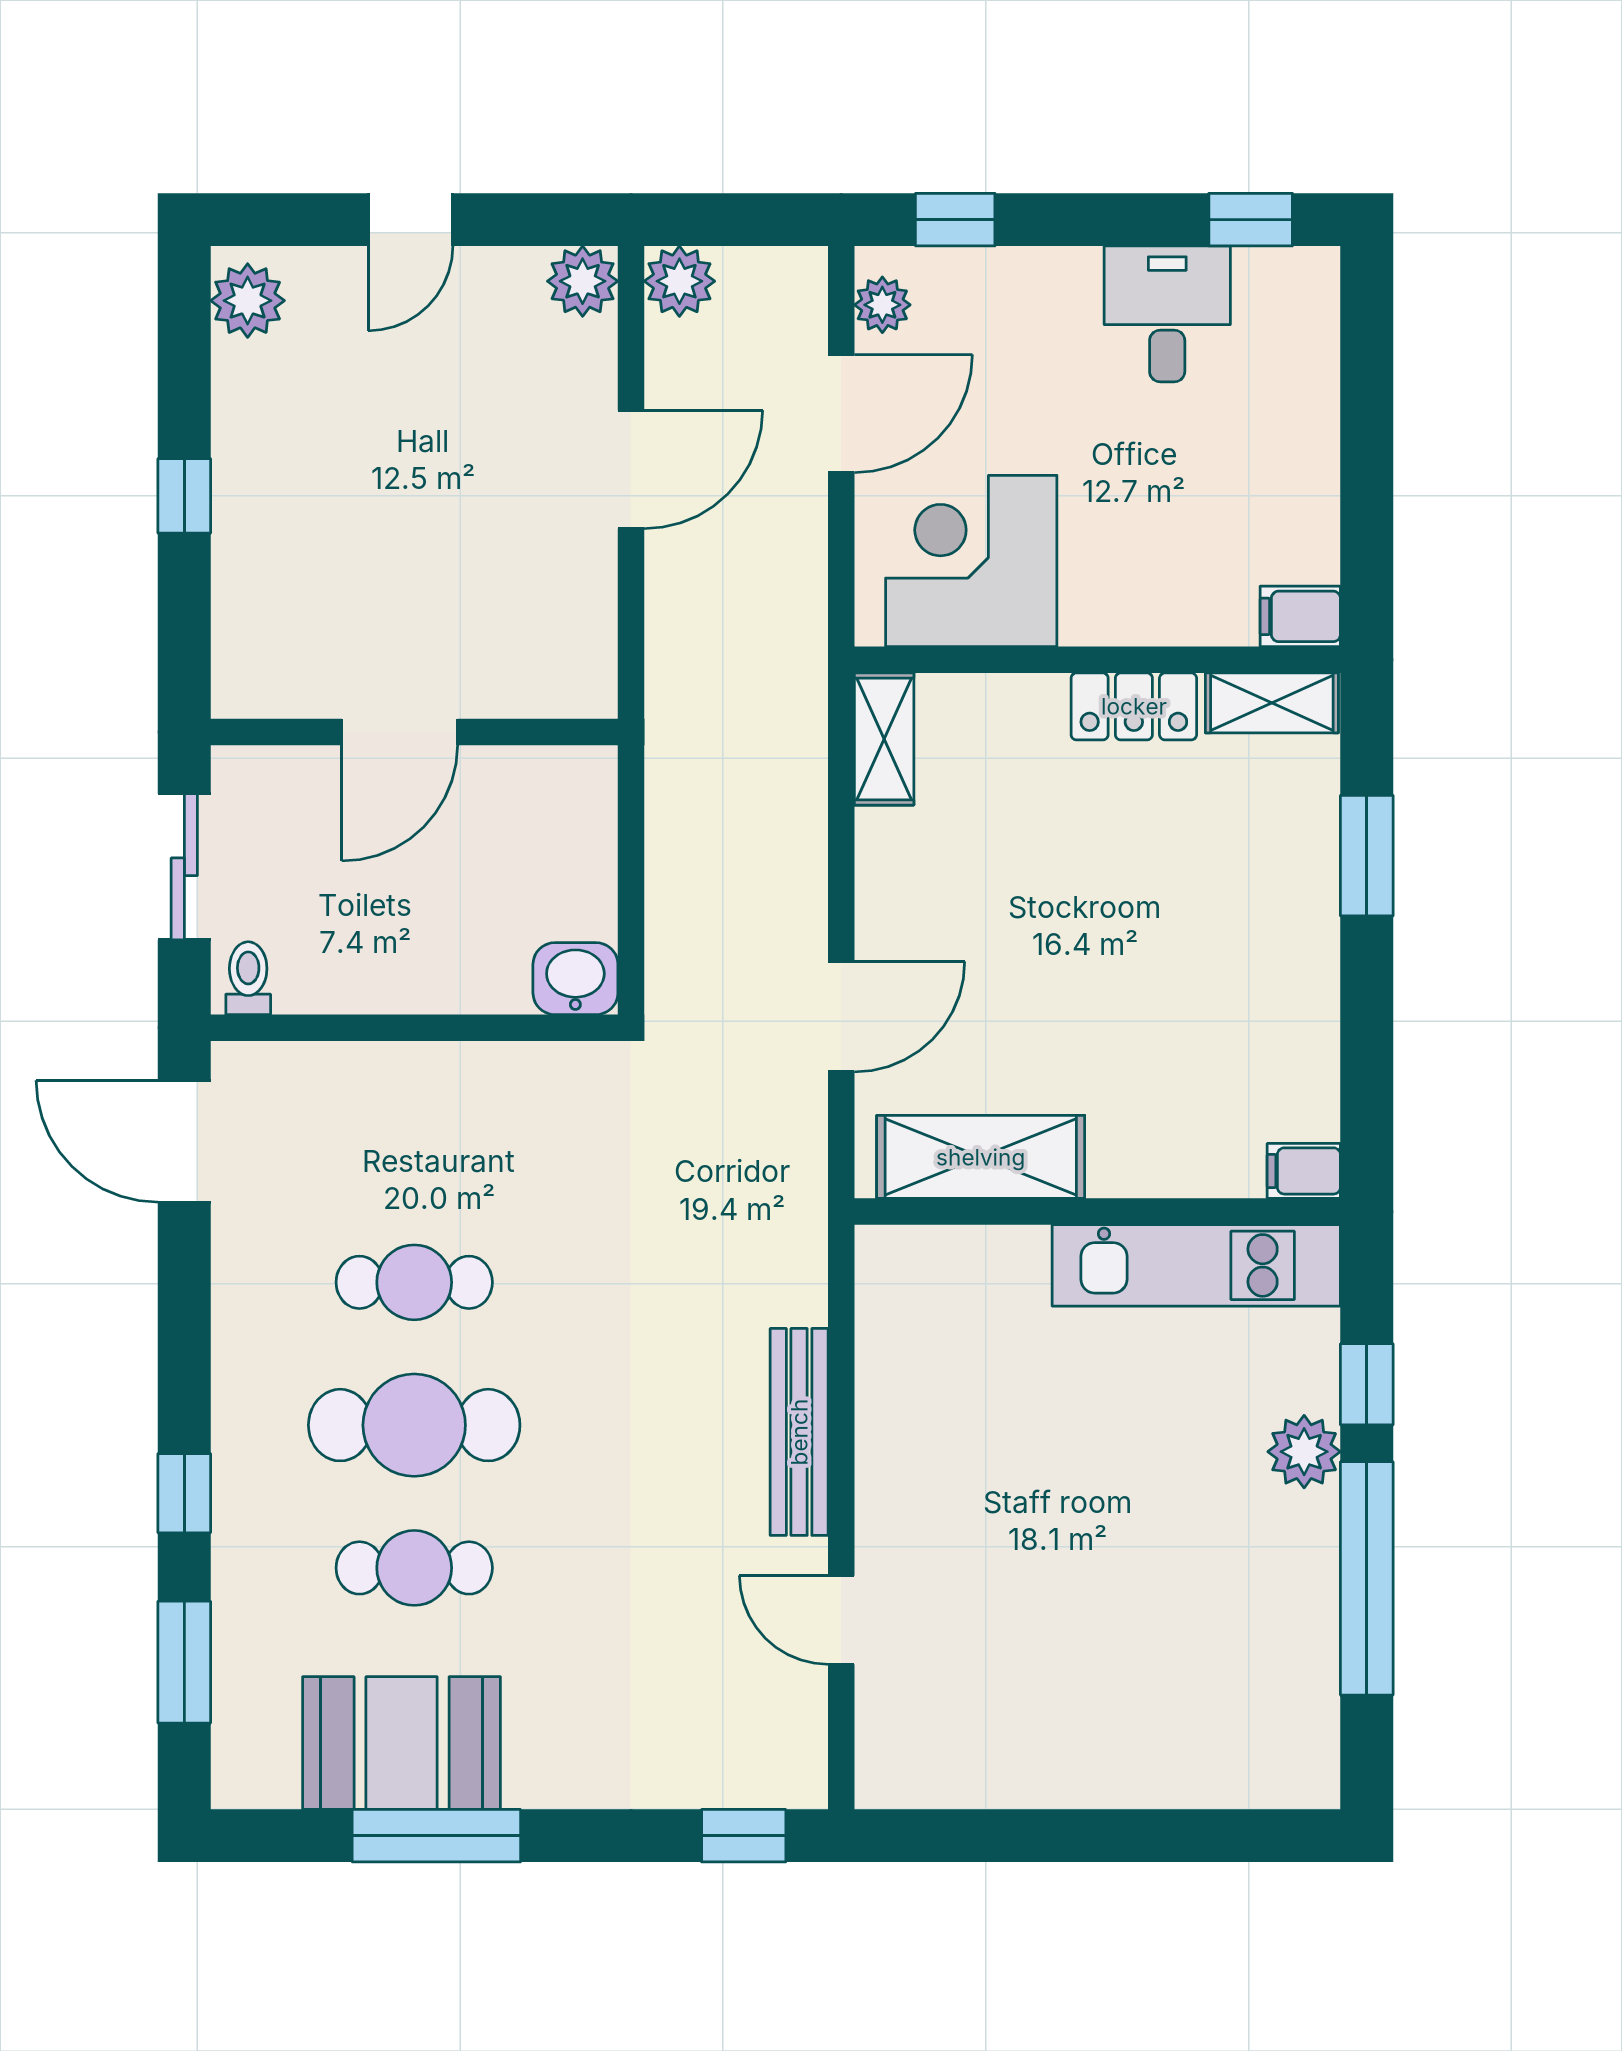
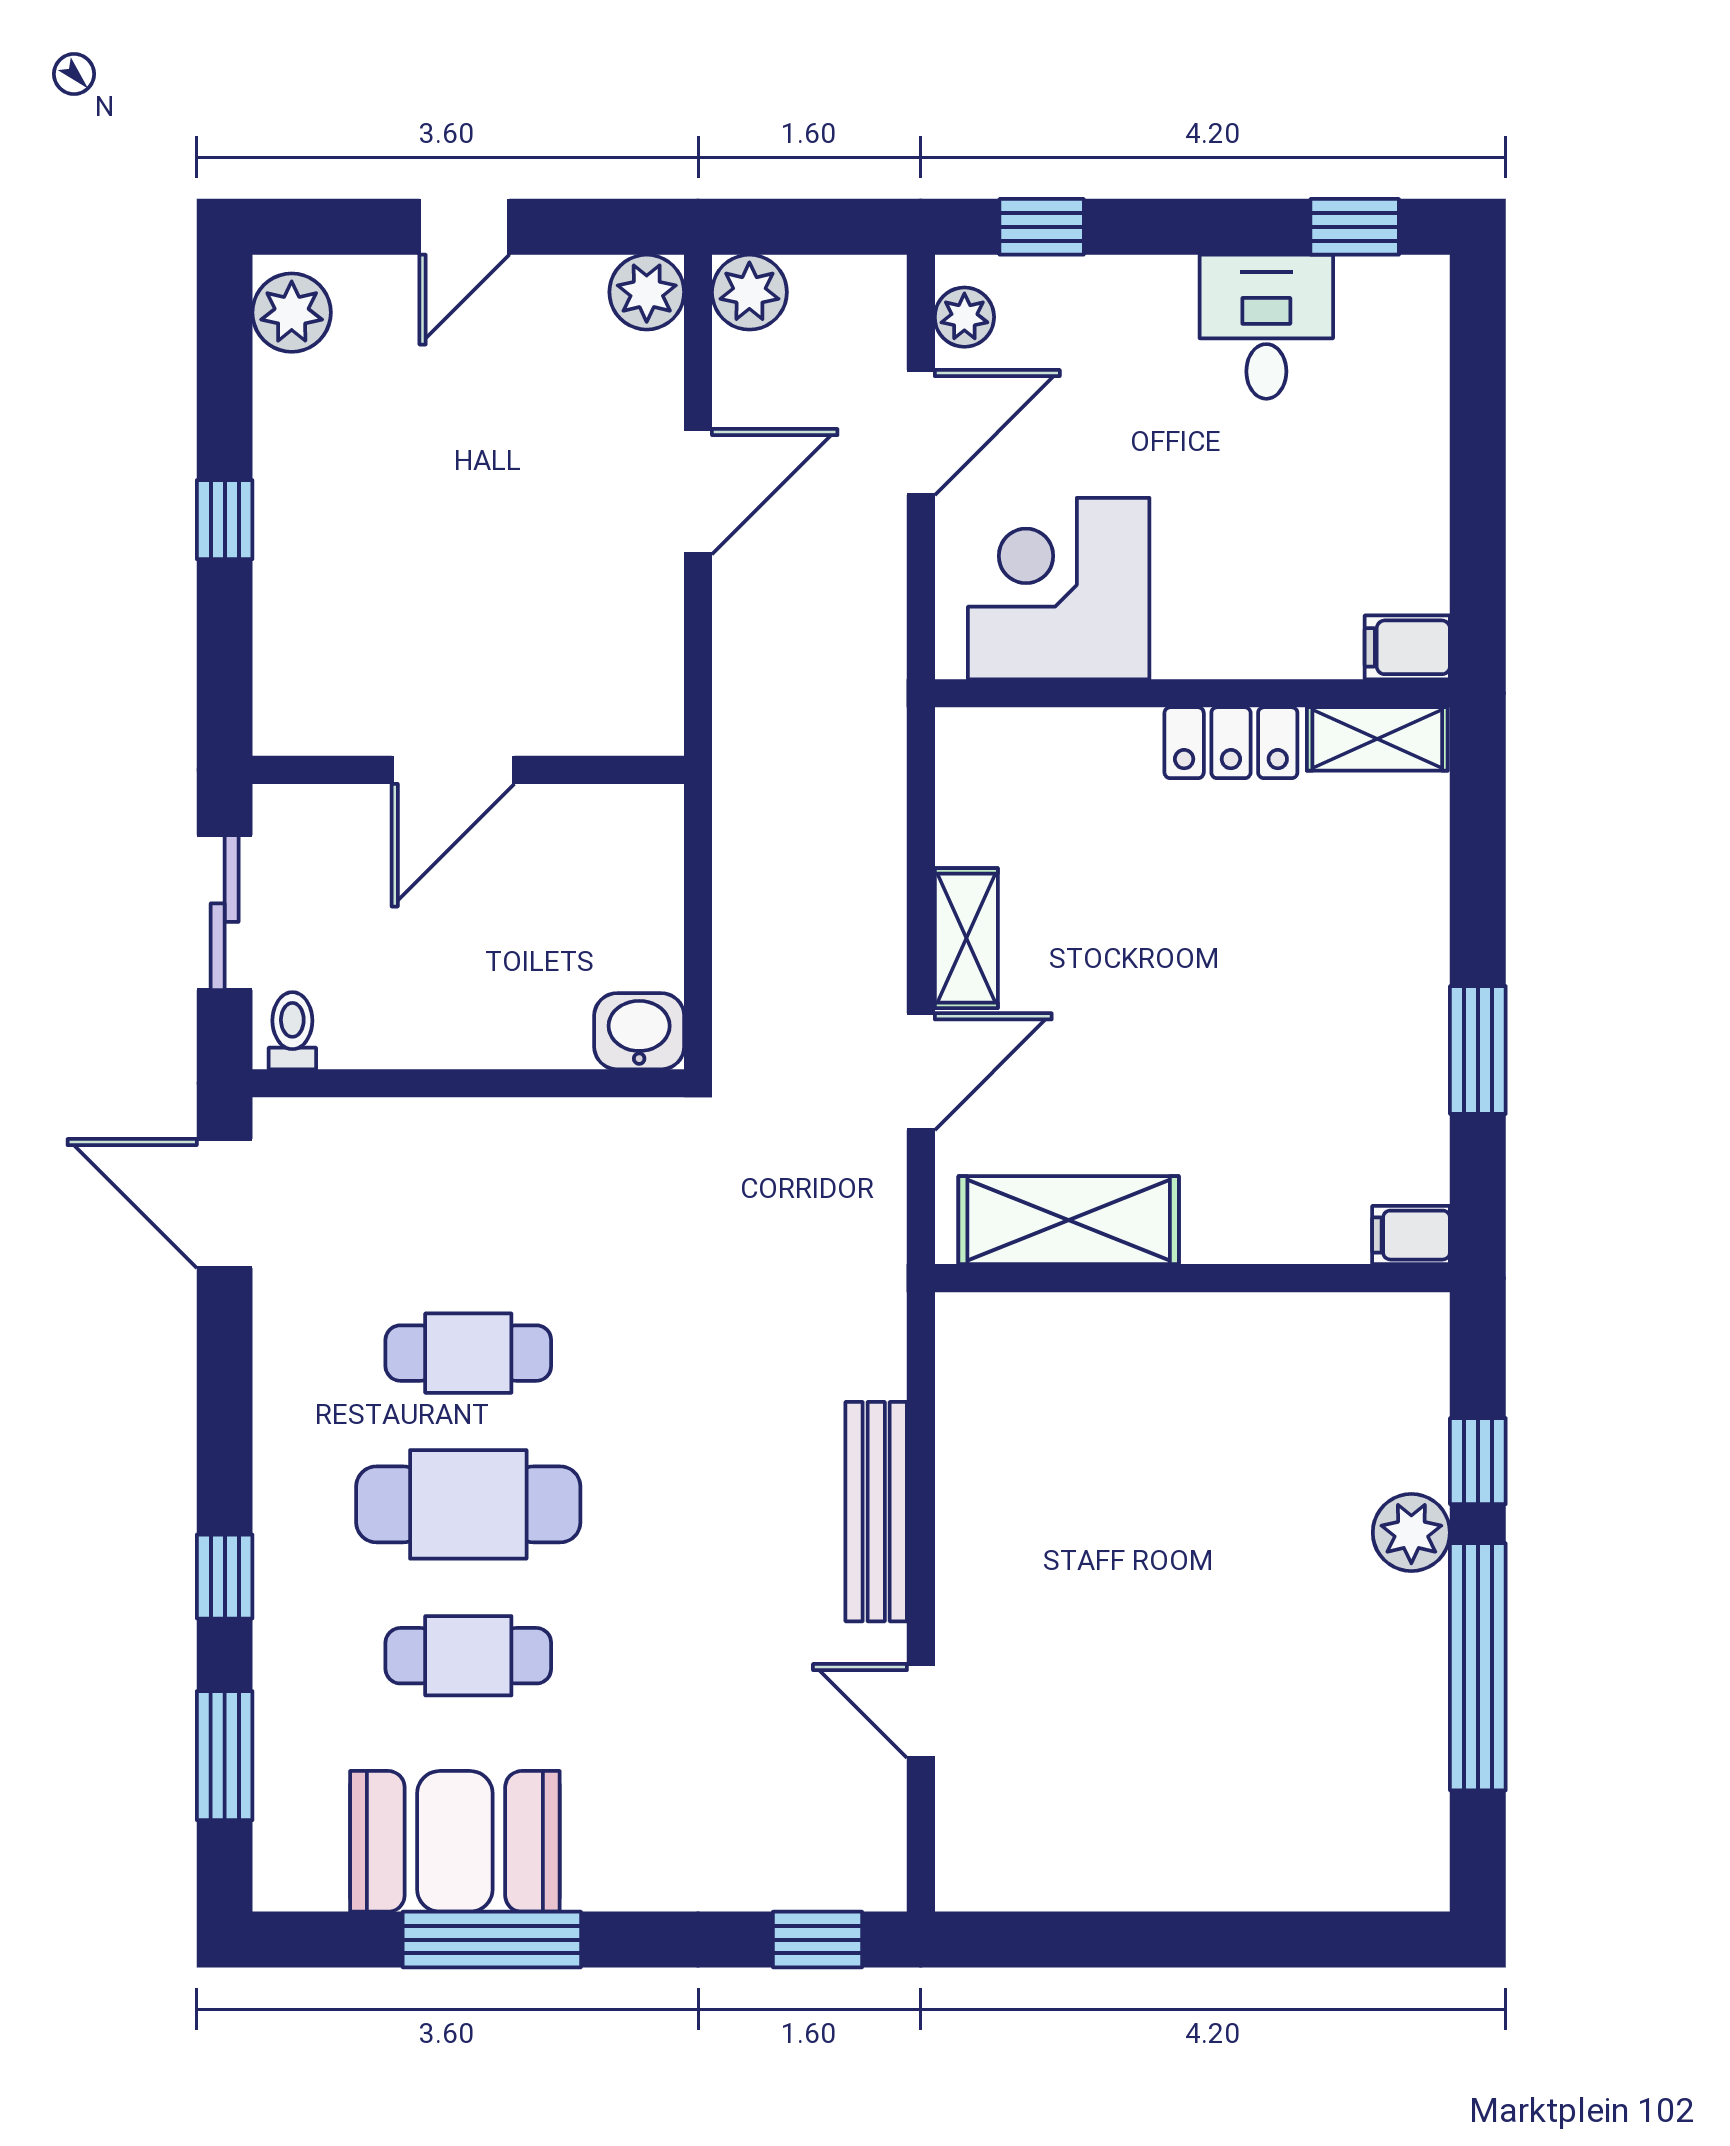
shelving: (884, 739) -> (966, 938), moved
window: (1367, 856) -> (1478, 1050), moved
kitchen unit: (1196, 1265) -> (1297, 1335), removed

